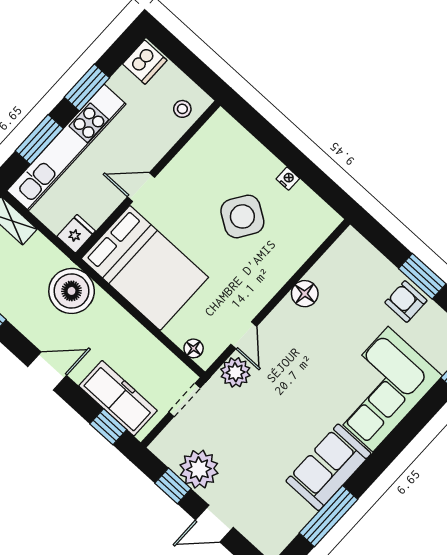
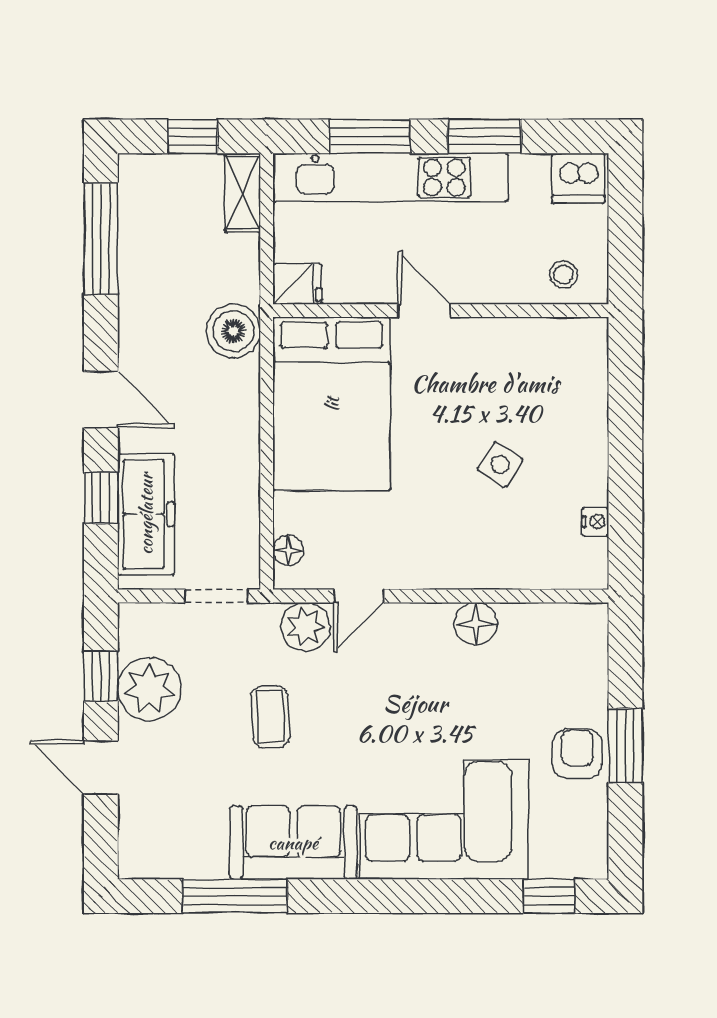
nightstand: (288, 179) -> (595, 522), moved
side table: (242, 216) -> (500, 464), width x0.54, depth x0.54
boiler: (72, 291) -> (233, 331), width x0.73, depth x0.73
coffee table: (262, 426) -> (270, 717), added
window: (108, 427) -> (101, 498), moved

